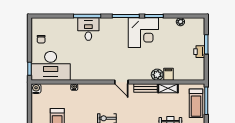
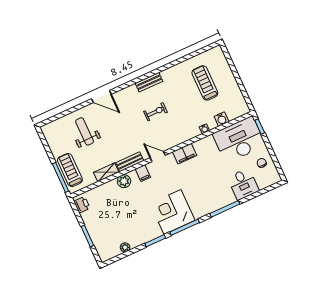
desk: (88, 29) -> (243, 184), moved
corner desk: (143, 33) -> (173, 212), moved
printer: (199, 52) -> (82, 205), moved
filing cabinet: (99, 74) -> (185, 154), added
filing cabinet: (168, 74) -> (143, 173), moved
water cooler: (36, 89) -> (222, 119), moved

